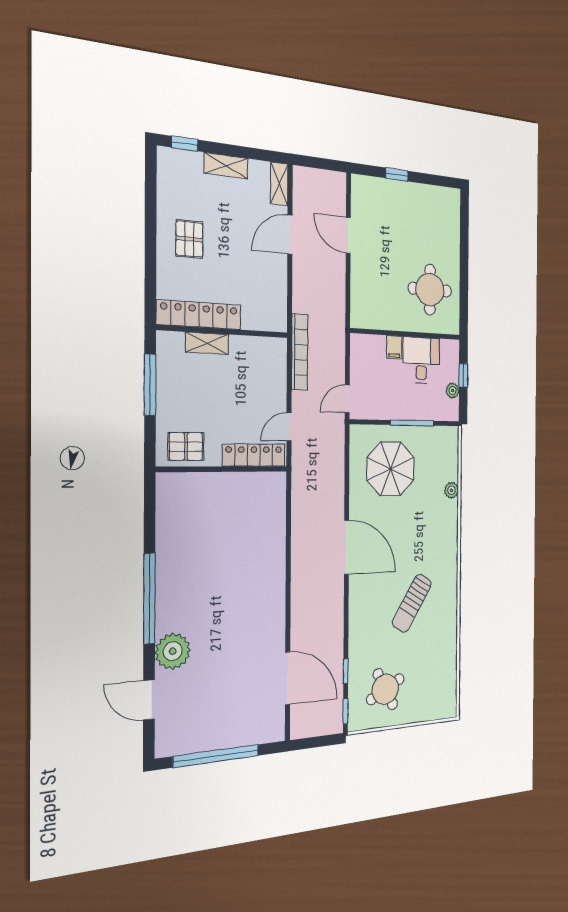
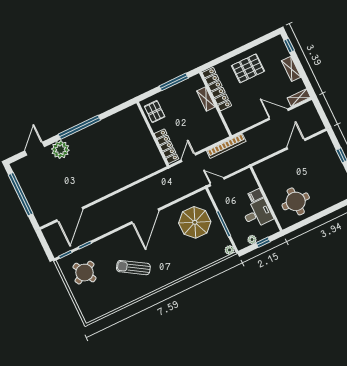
pallet: (189, 239) -> (248, 68), width x1.50, depth x1.42
door: (289, 427) -> (188, 158), hinge flipped
plant: (451, 490) -> (229, 250), moved

